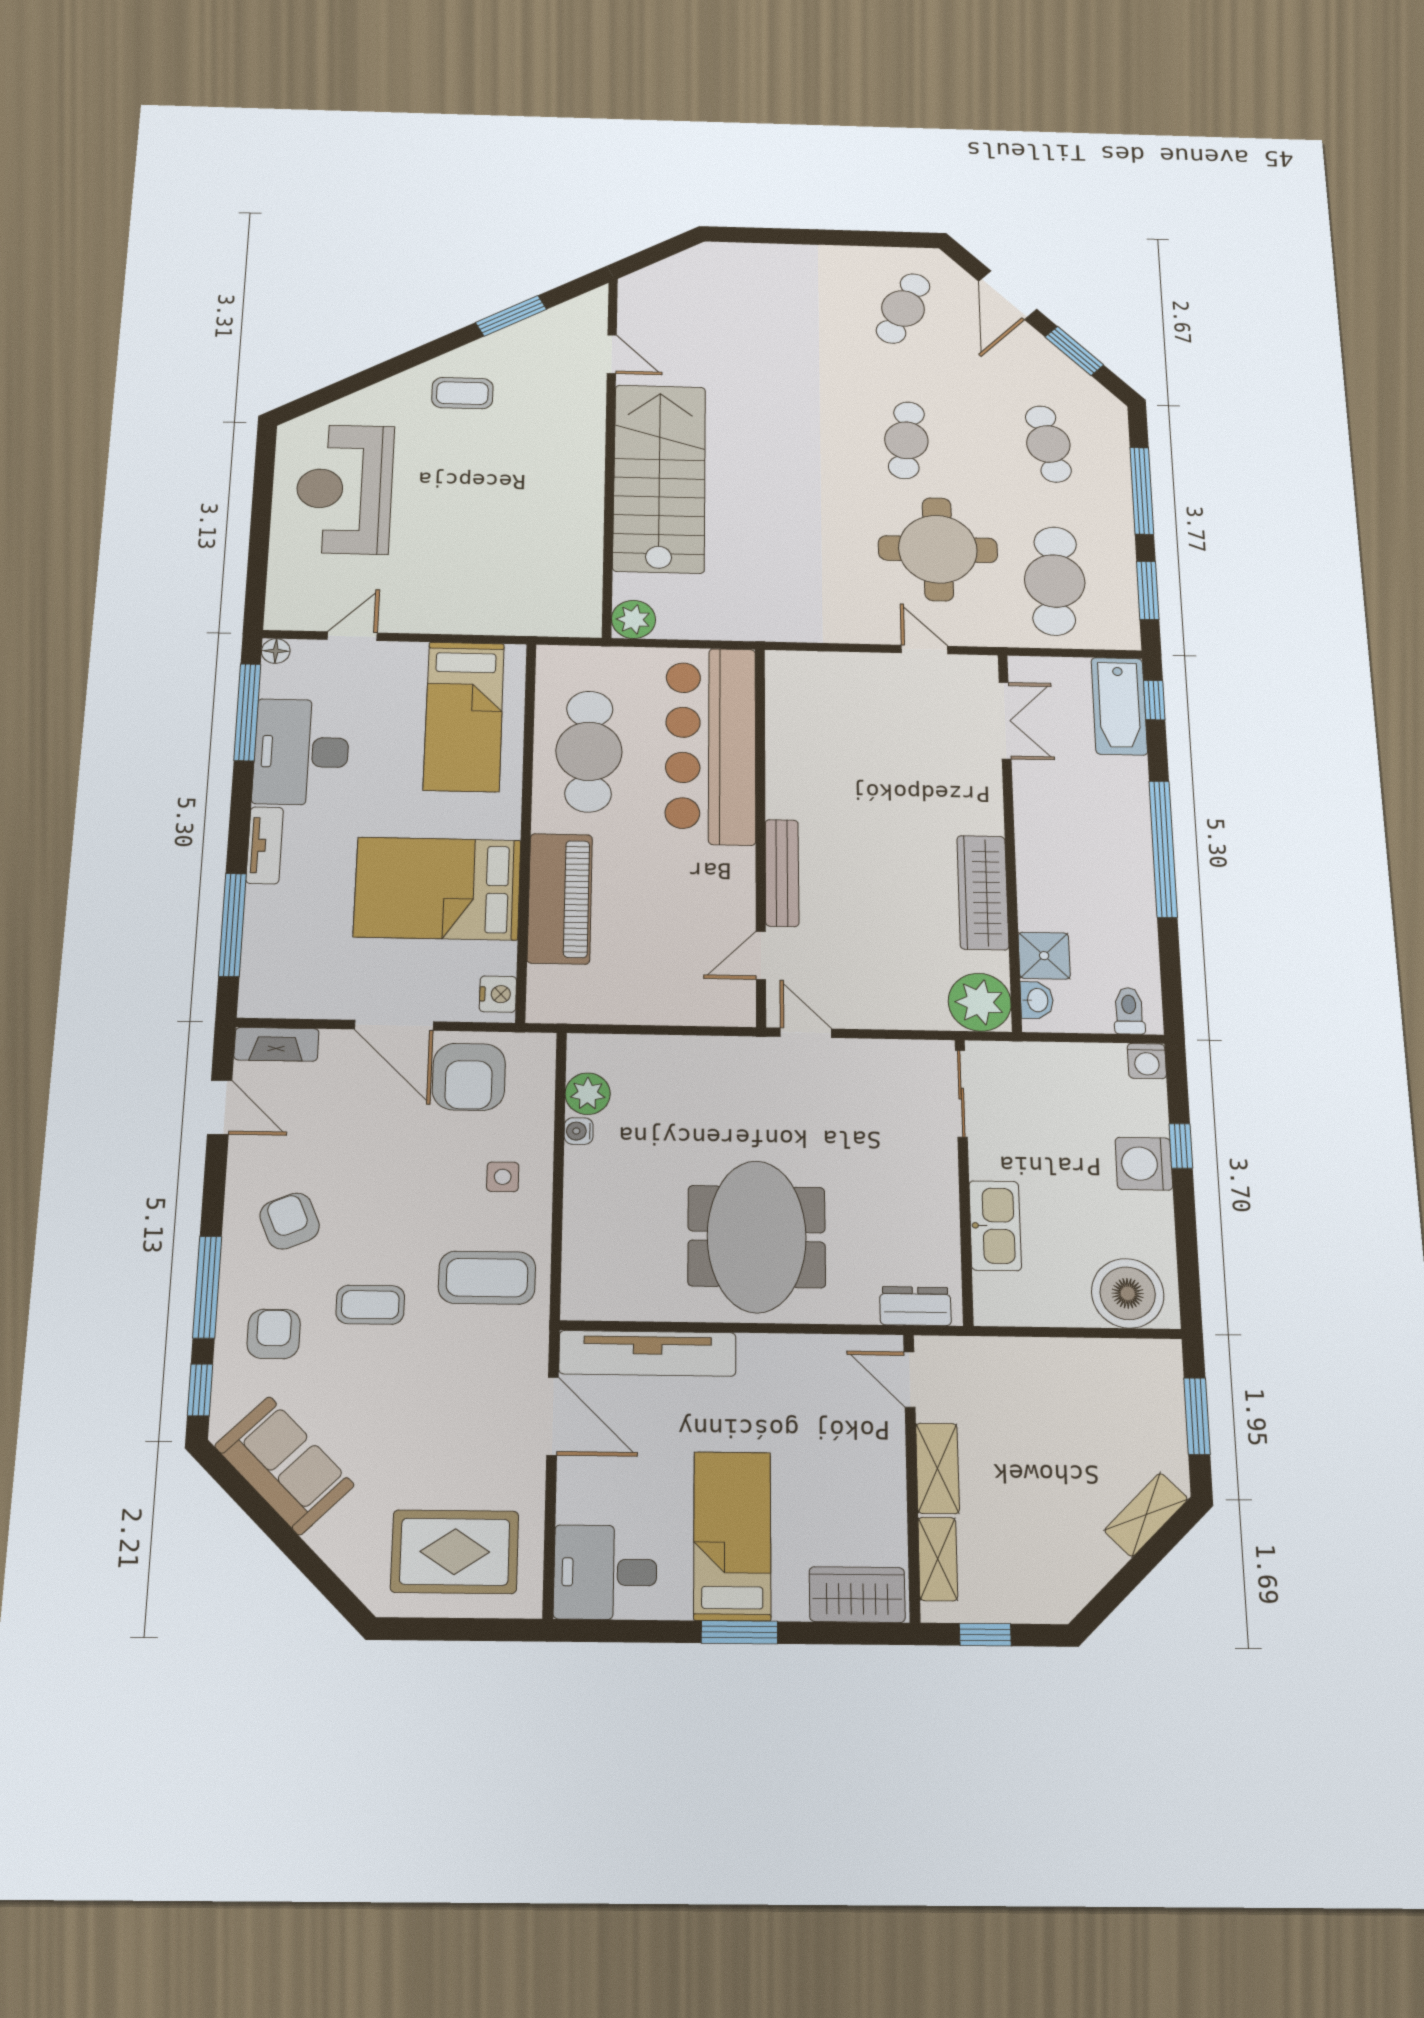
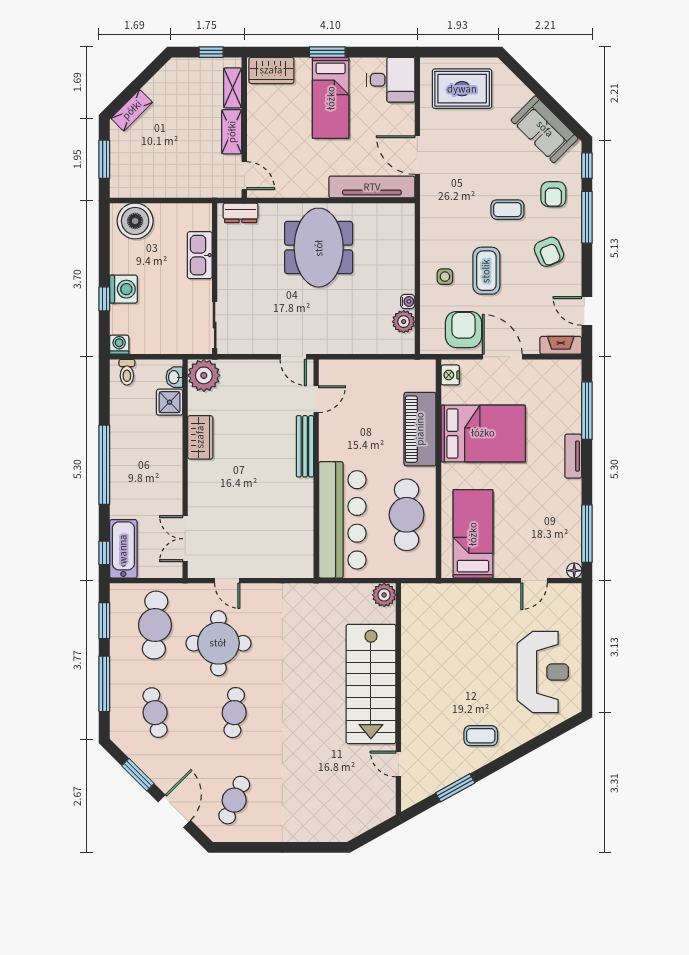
desk: (301, 752) -> (557, 511), removed
wardrobe: (983, 893) -> (200, 437), width x0.67
coffee table: (487, 1278) -> (486, 271), moved, turned 90

